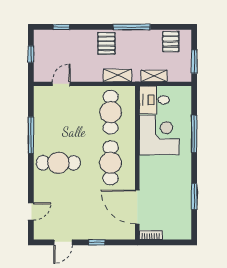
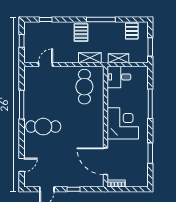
corner desk: (159, 135) -> (123, 123), moved
cafe table: (111, 163) -> (84, 127), removed

